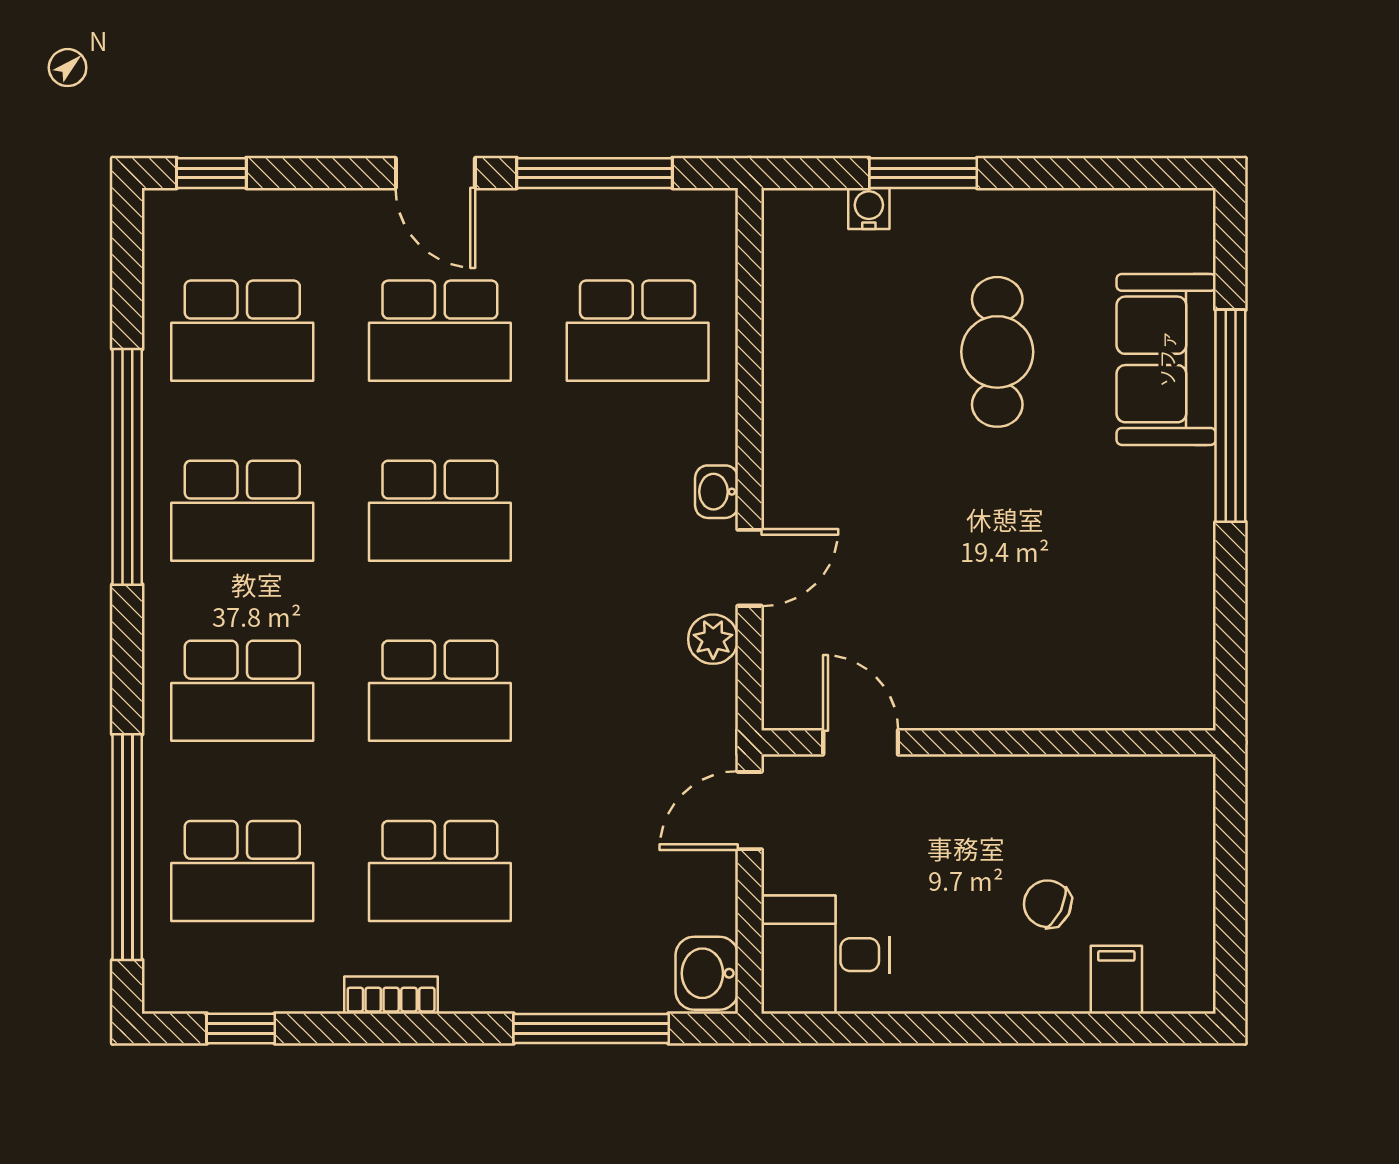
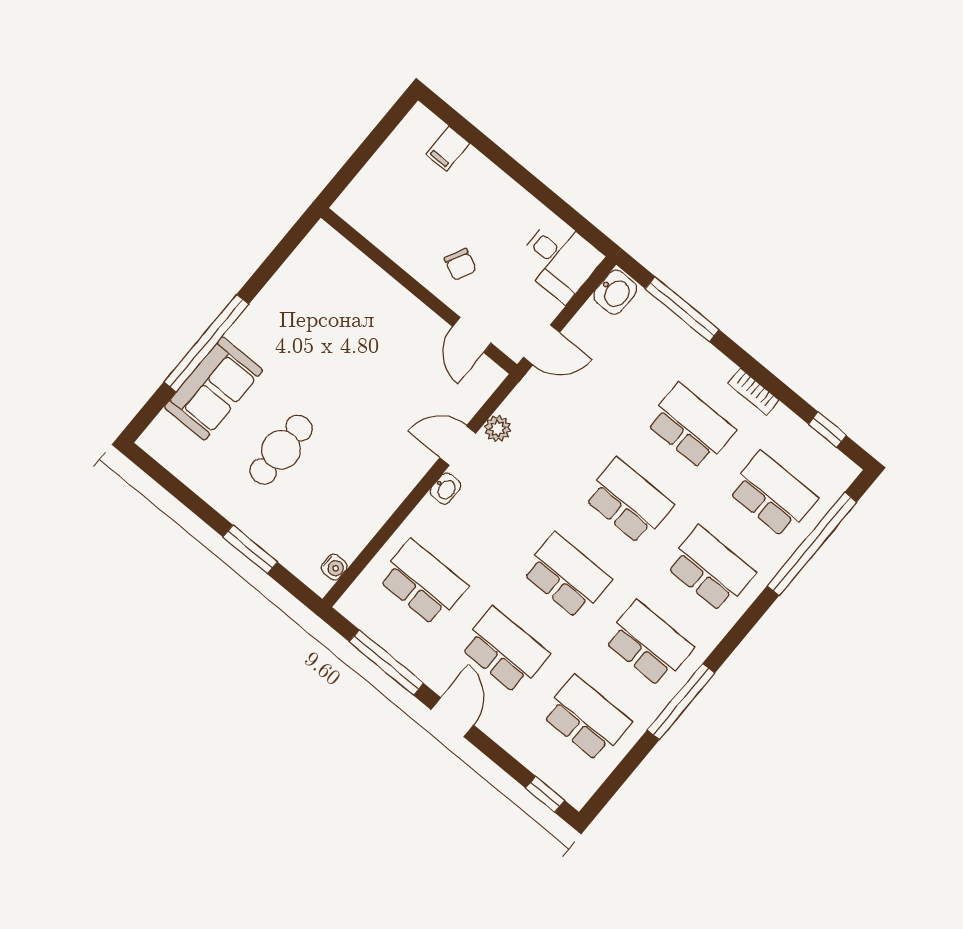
water cooler: (869, 208) -> (334, 567), moved, turned -90
window: (127, 467) -> (681, 702), width x0.68
chair: (1048, 904) -> (460, 264), moved

